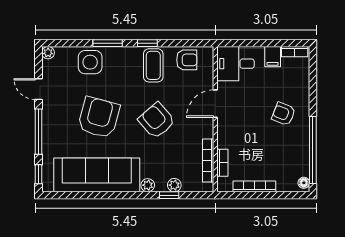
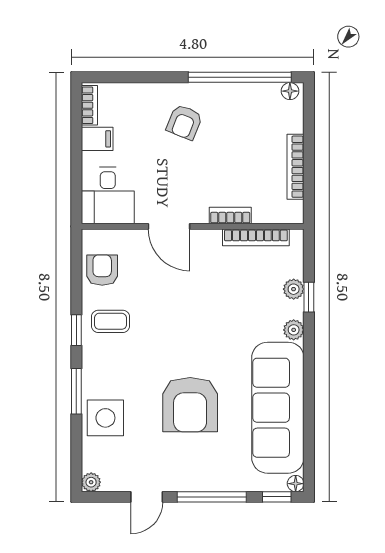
coffee table: (153, 65) -> (110, 321), width x0.73, depth x0.77
armchair: (99, 117) -> (190, 405), turned -105
armchair: (157, 121) -> (195, 316), removed
bookcase: (222, 163) -> (230, 216), moved
floor lamp: (47, 186) -> (296, 484), added

